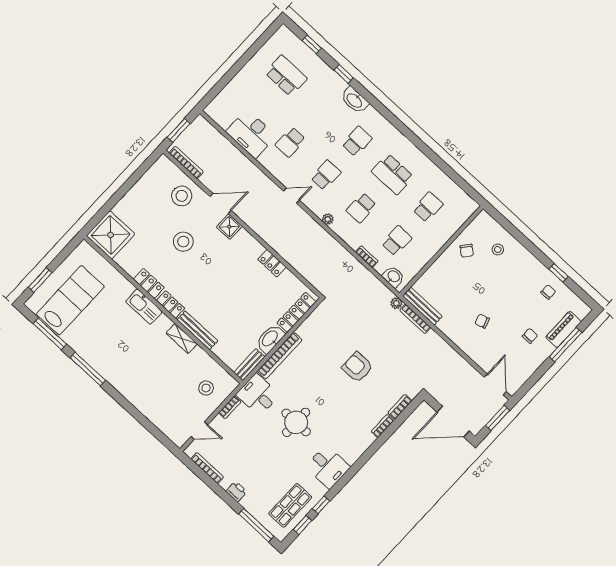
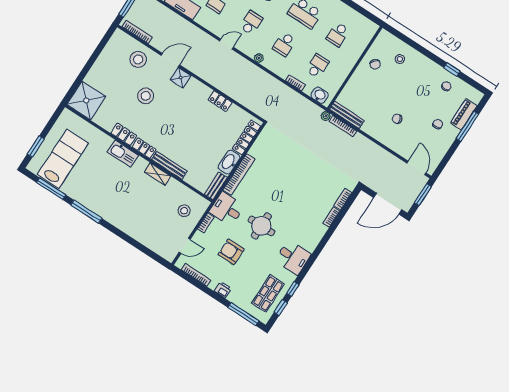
school desk: (428, 207) -> (338, 34), turned 180
armchair: (357, 367) -> (231, 252), moved

